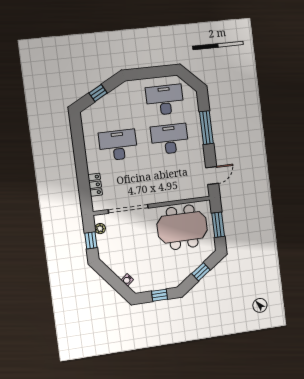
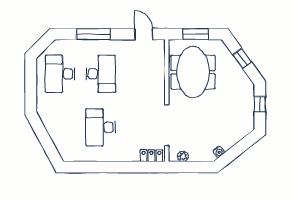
window: (98, 93) -> (46, 141), removed
desk: (170, 139) -> (101, 74), turned 180
locker: (95, 185) -> (151, 156), moved
window: (91, 240) -> (194, 167), removed
water cooler: (127, 280) -> (219, 152), moved

